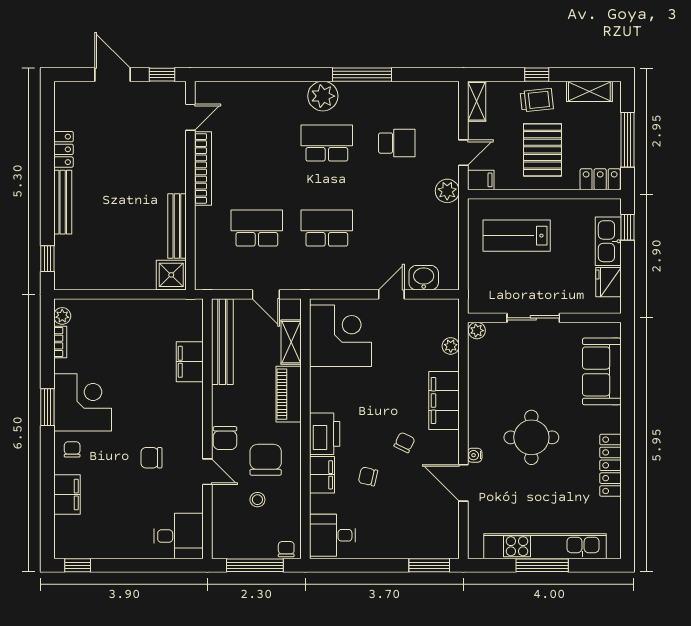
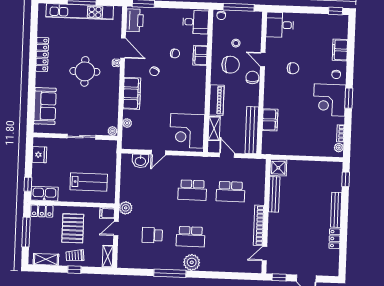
kitchen sink: (608, 241) -> (44, 194), moved, turned -90
printer: (325, 434) -> (135, 20), moved, turned 180
chair: (266, 460) -> (231, 65), turned -90

